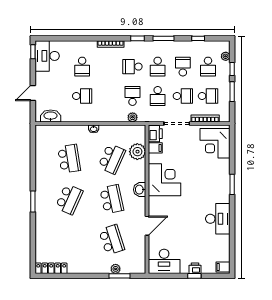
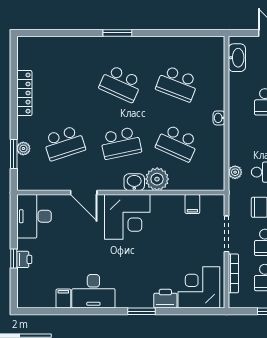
printer: (155, 134) -> (165, 299), moved, turned 180
plant: (137, 152) -> (157, 179), moved
school desk: (69, 159) -> (177, 84), turned 30
corner desk: (165, 180) -> (127, 217), moved
filing cabinet: (223, 267) -> (63, 299), moved
locker: (51, 268) -> (24, 93), moved

